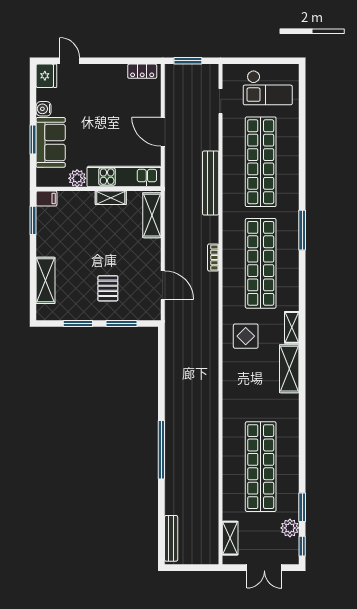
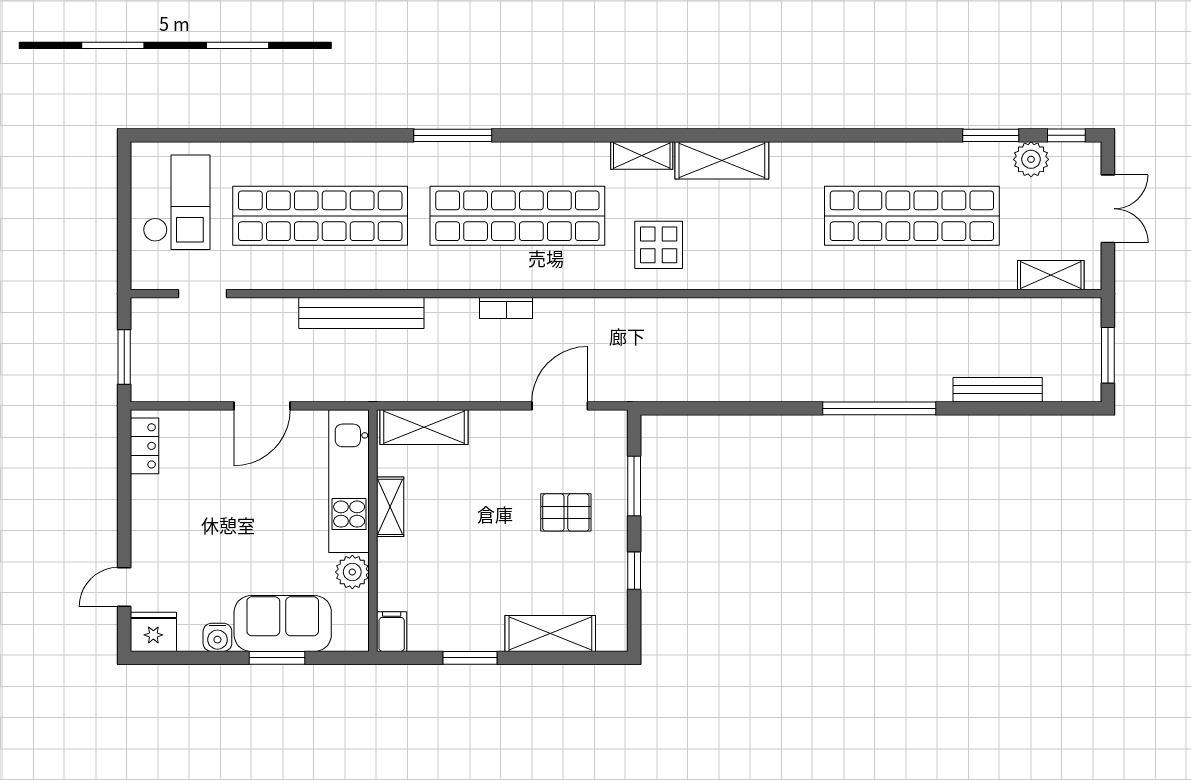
window: (33, 220) -> (470, 658), moved
window: (78, 323) -> (634, 571), width x0.67
bench: (171, 538) -> (998, 390), moved
window: (189, 568) -> (1108, 355), added

